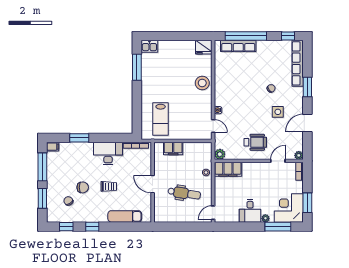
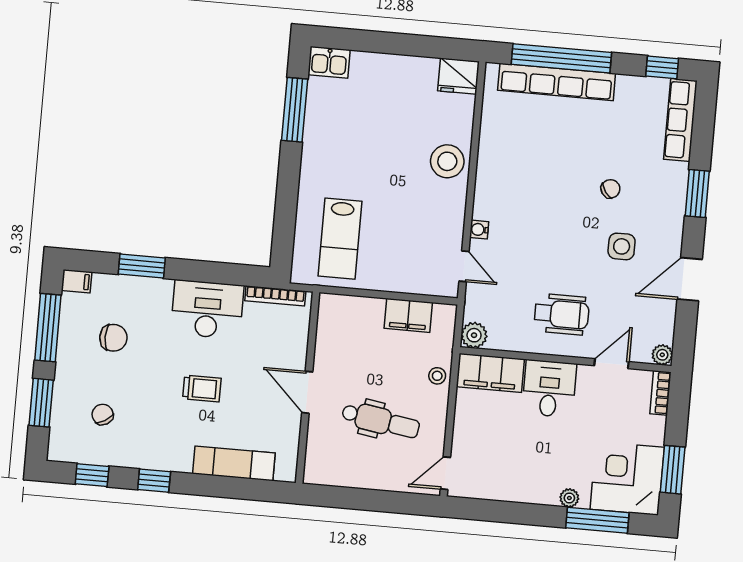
row of seats: (238, 46) -> (557, 82), width x1.36
row of seats: (298, 63) -> (680, 120), width x0.73
filing cabinet: (173, 148) -> (408, 315), moved
chair: (83, 187) -> (113, 338), moved
desk: (250, 211) -> (549, 389), moved, turned 180

